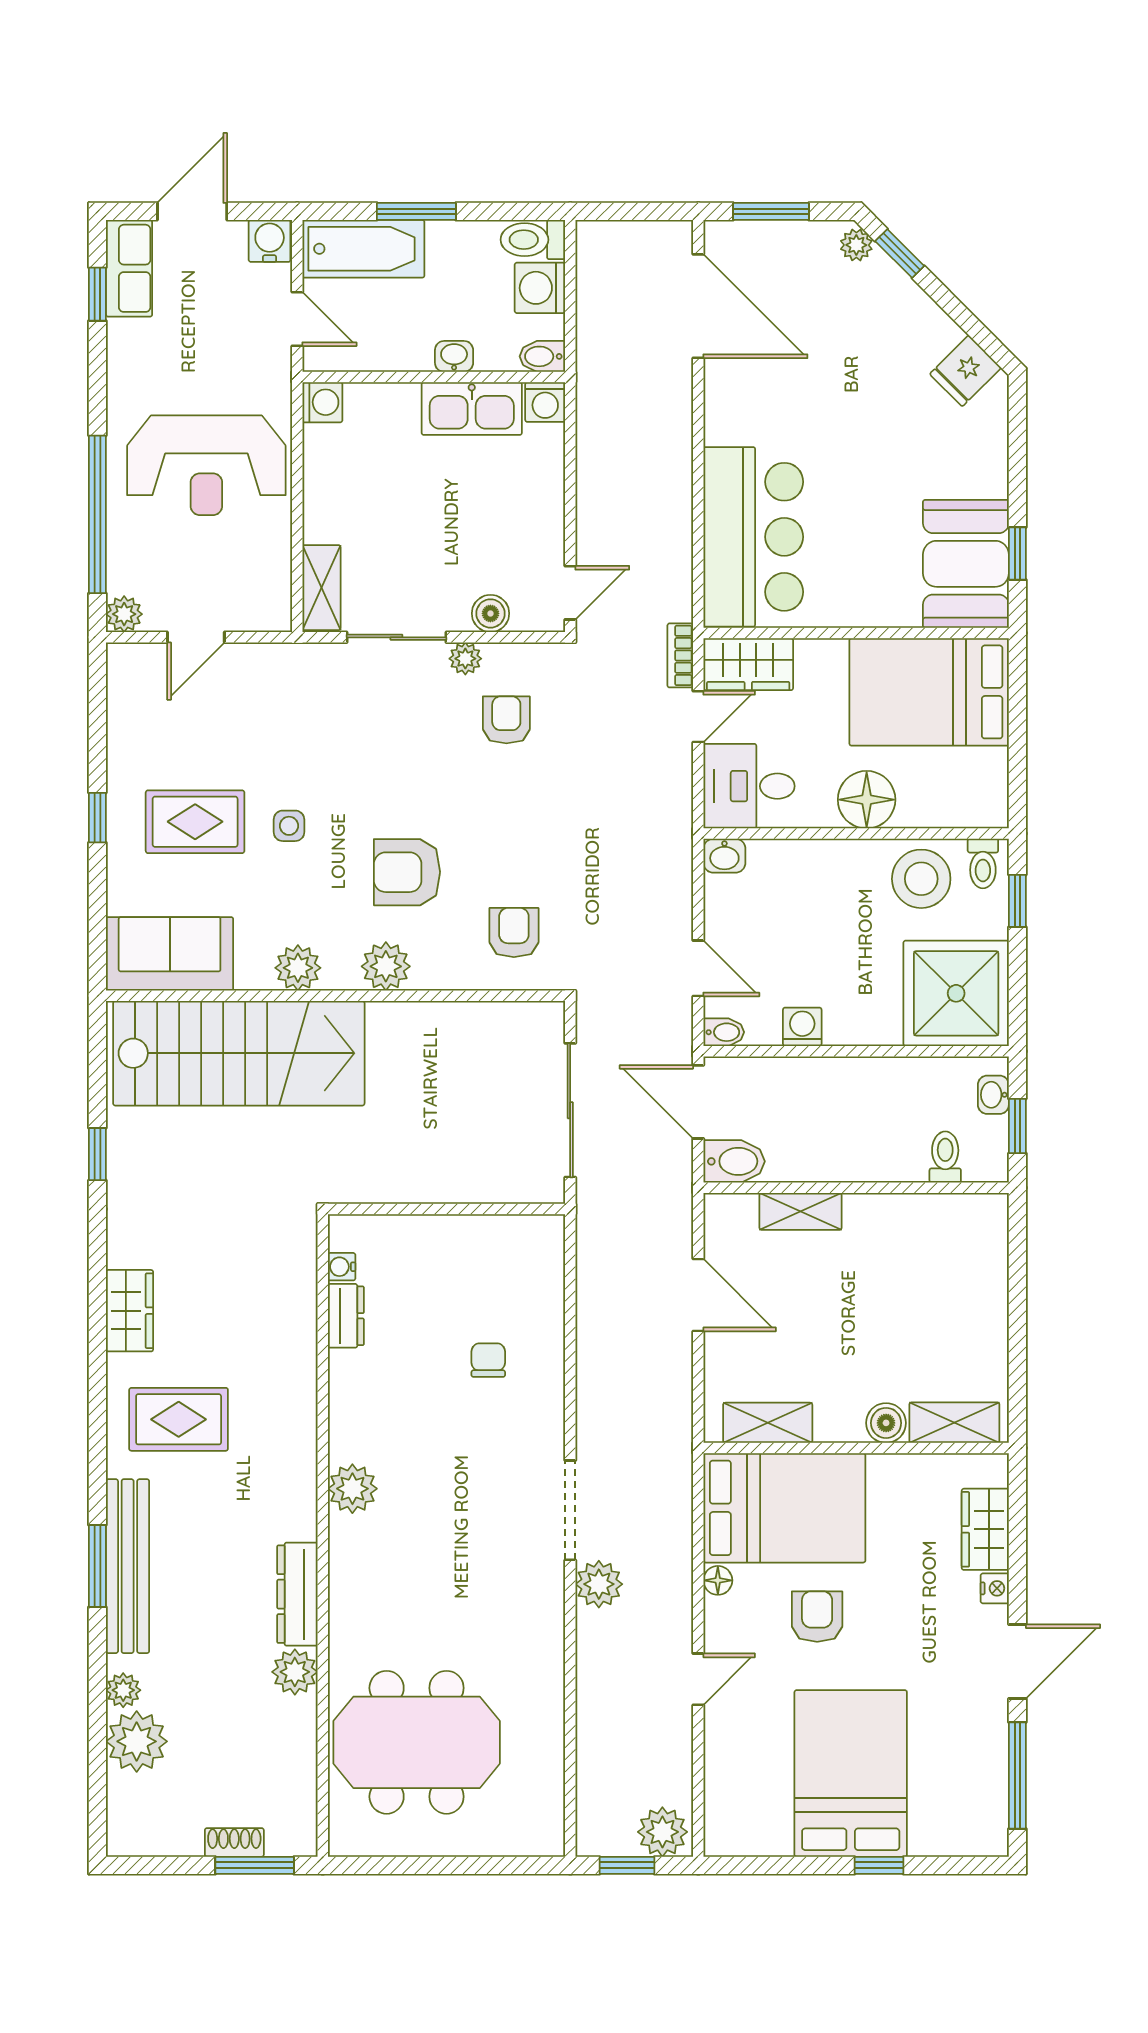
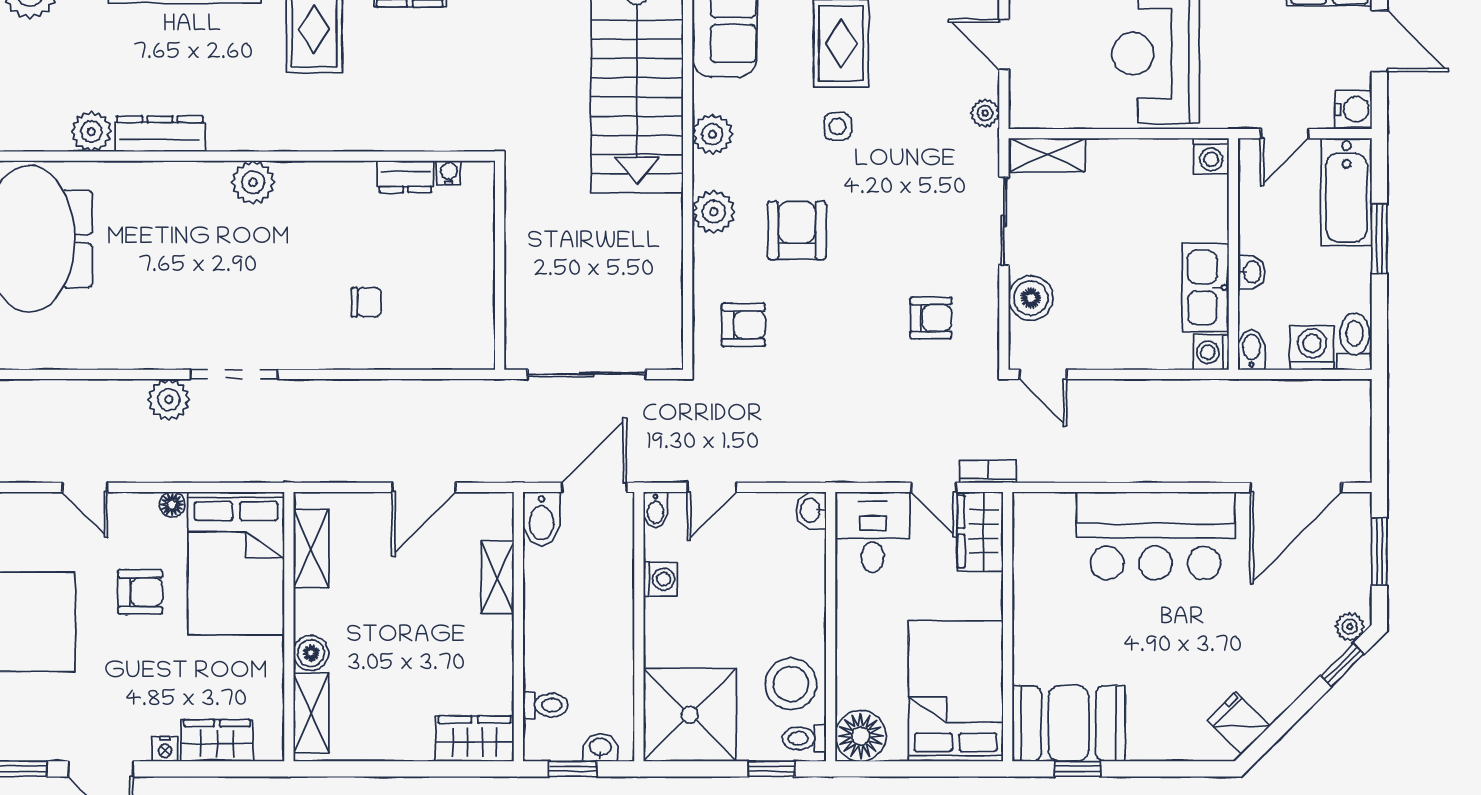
bar counter: (753, 537) -> (1156, 536), moved
boiler: (490, 613) -> (1031, 298), width x1.36, depth x1.36
plant: (465, 659) -> (985, 113), moved
floor lamp: (867, 800) -> (861, 736), moved
wardrobe: (983, 1237) -> (475, 739), added

